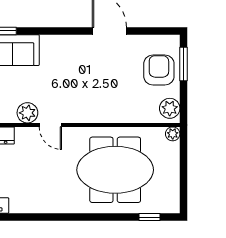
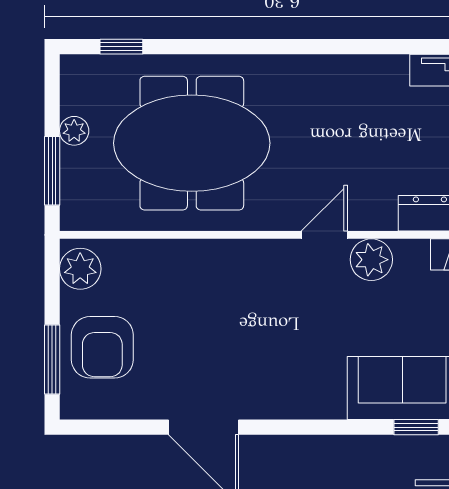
door: (50, 125) -> (324, 235), hinge flipped
plant: (173, 134) -> (74, 131), moved
window: (183, 156) -> (52, 171), added

